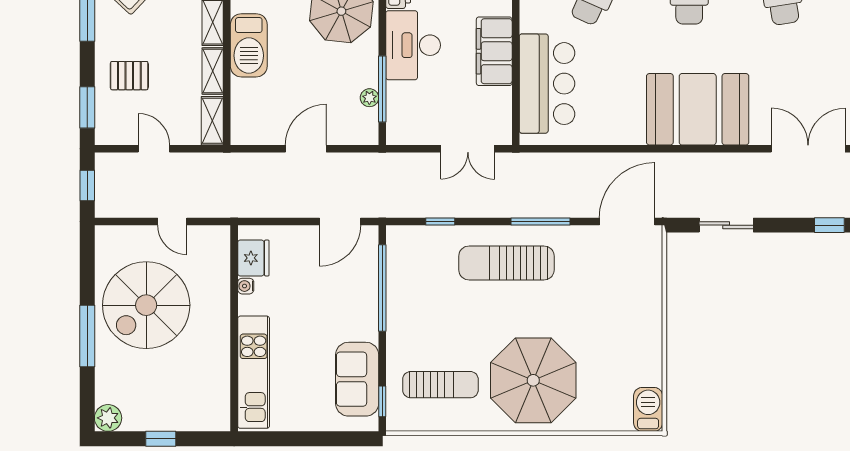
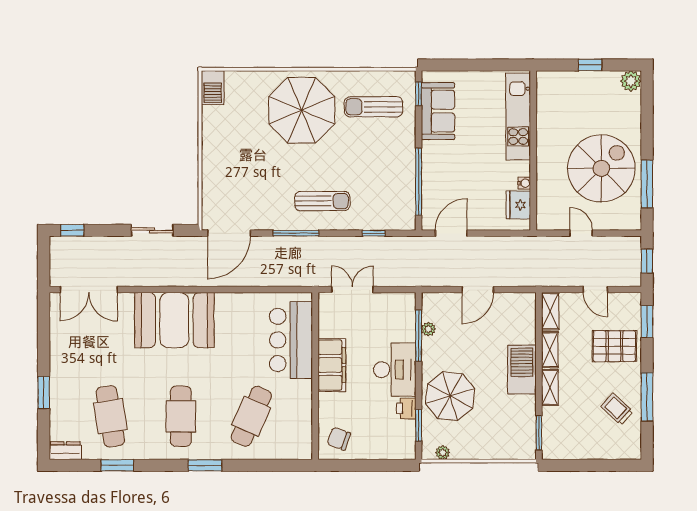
pallet: (129, 76) -> (614, 346), width x1.50, depth x1.42
sun lounger: (506, 263) -> (322, 201), width x0.73, depth x0.75
window: (87, 336) -> (647, 184), moved

